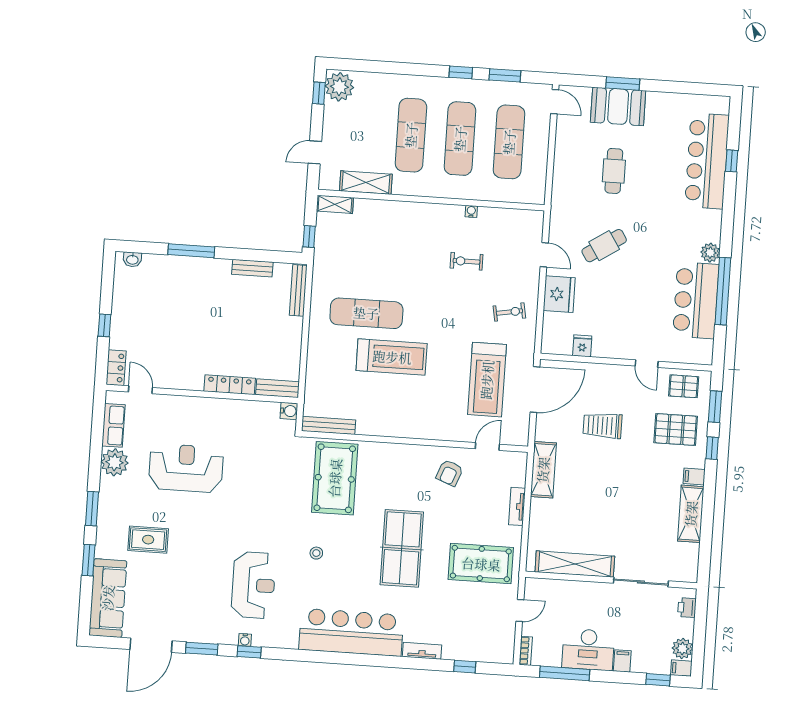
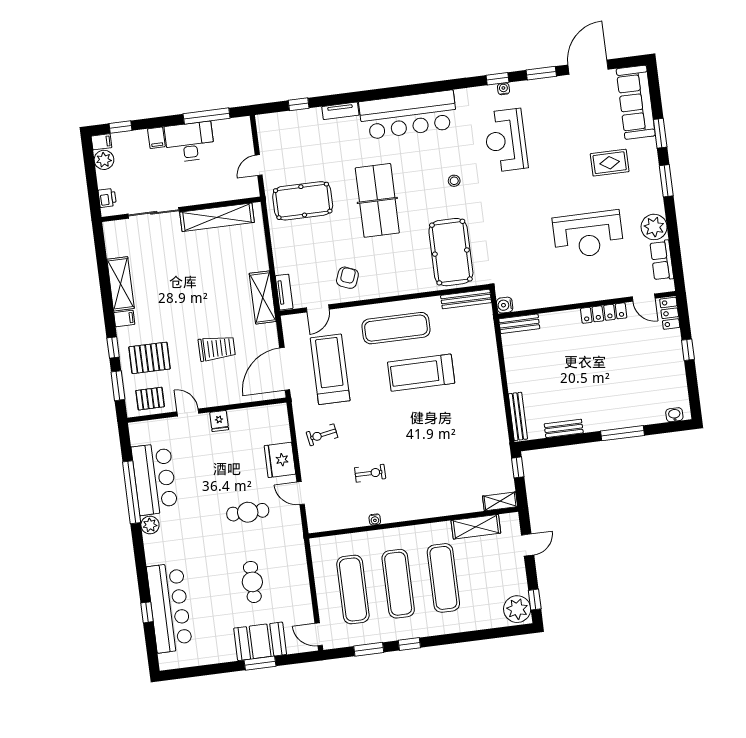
cafe table: (604, 246) -> (248, 512), turned 33
exercise mat: (366, 313) -> (396, 328), moved
fridge: (582, 346) -> (219, 421), moved
locker: (230, 385) -> (604, 313), moved
tv unit: (517, 506) -> (284, 292), moved
bookcase: (526, 651) -> (246, 130), removed

